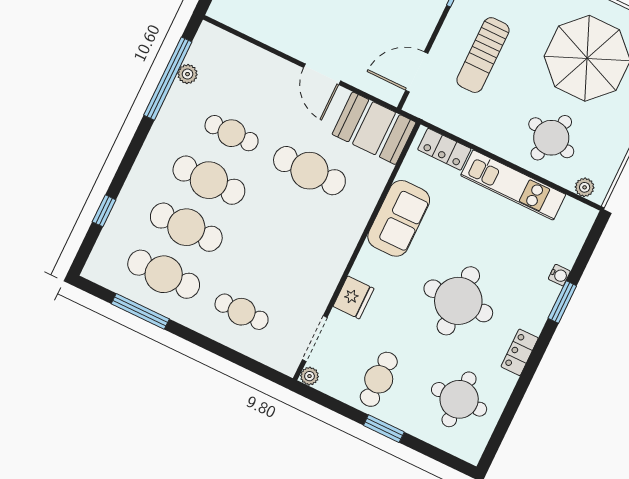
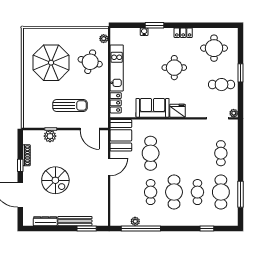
cafe table: (186, 227) -> (197, 192), width x0.73, depth x0.74
fridge: (354, 297) -> (178, 111), moved
round table: (458, 301) -> (174, 68), width x0.73, depth x0.73

